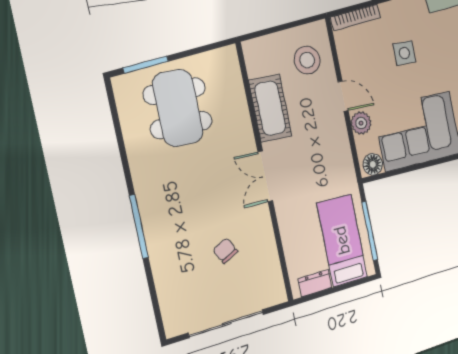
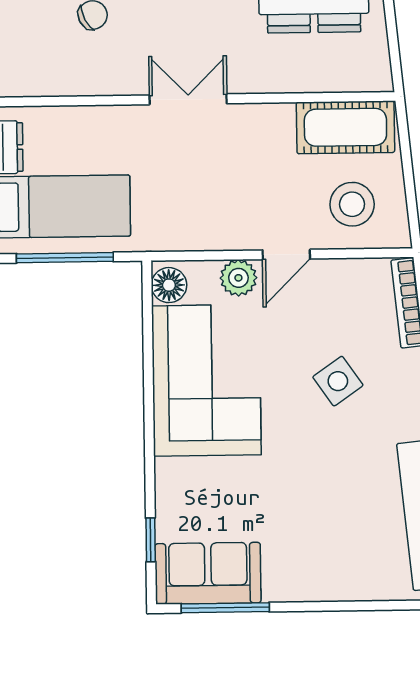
side table: (404, 53) -> (338, 381), turned -35
cot: (270, 108) -> (345, 127), moved

